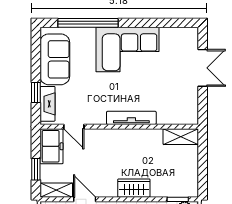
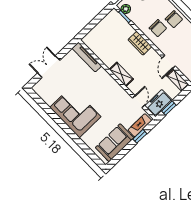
window: (88, 23) -> (81, 144), removed
tv unit: (131, 118) -> (87, 57), moved
shelving: (181, 137) -> (121, 74), moved
window: (36, 169) -> (169, 108), moved

